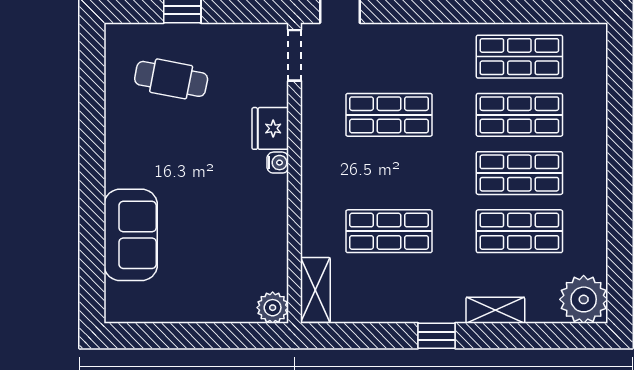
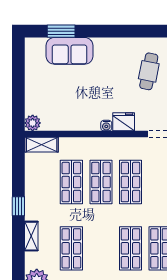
shop shelf: (519, 173) -> (101, 182), moved
window: (92, 252) -> (61, 31), added

